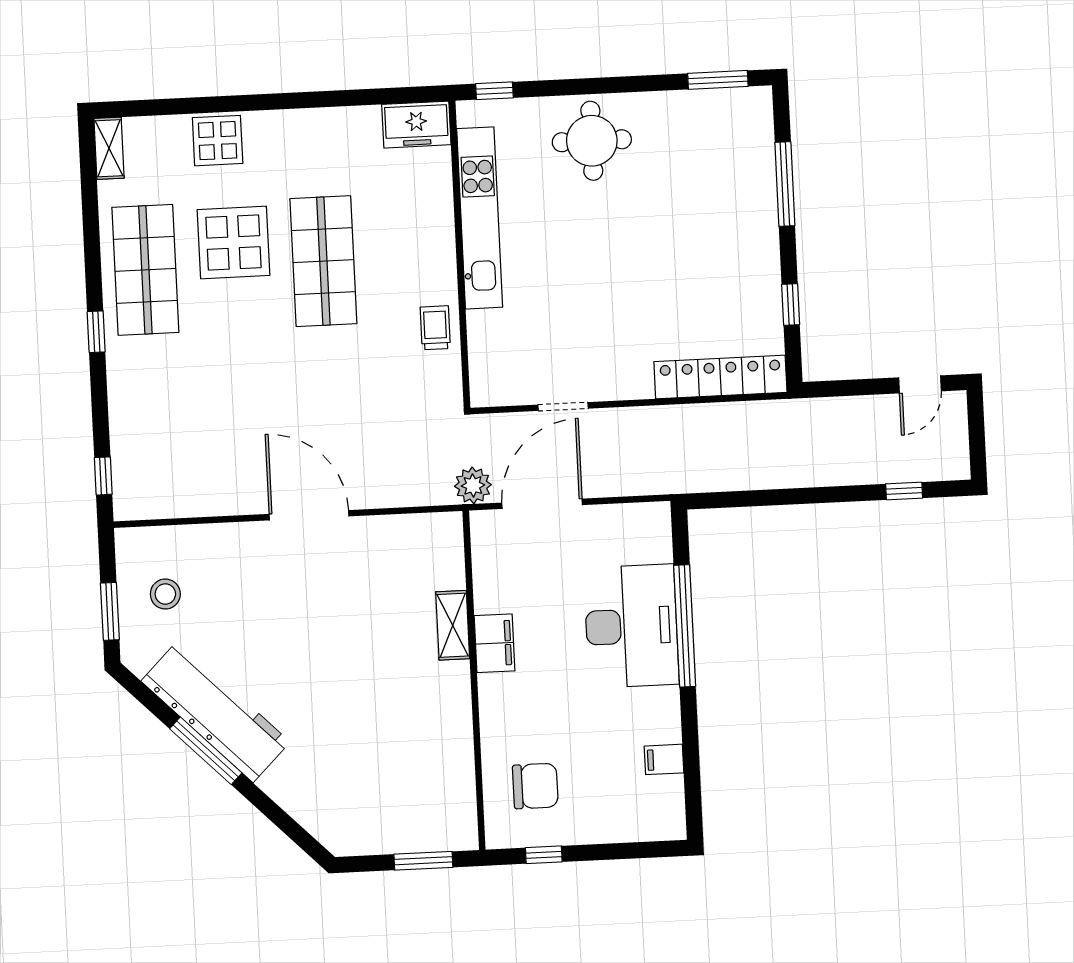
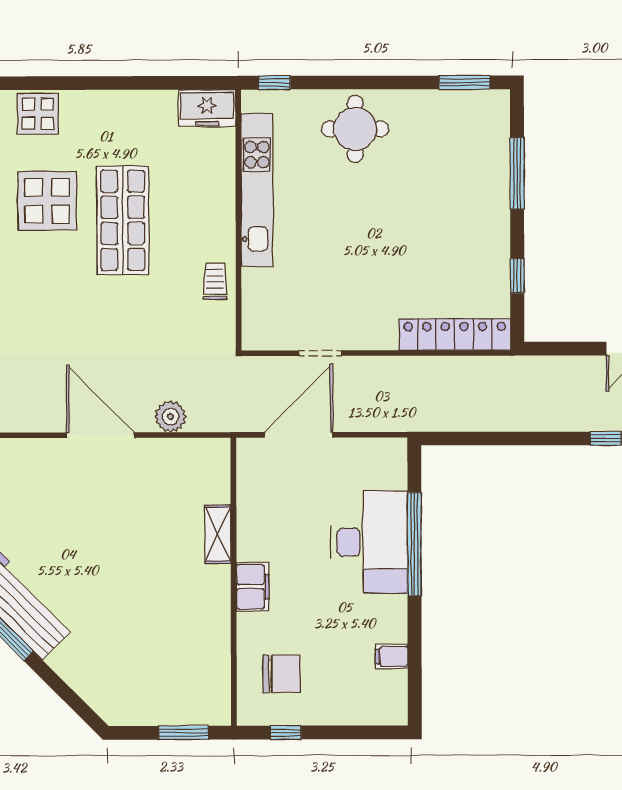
plant: (473, 485) -> (171, 417), moved
filing cabinet: (494, 643) -> (253, 587), moved

